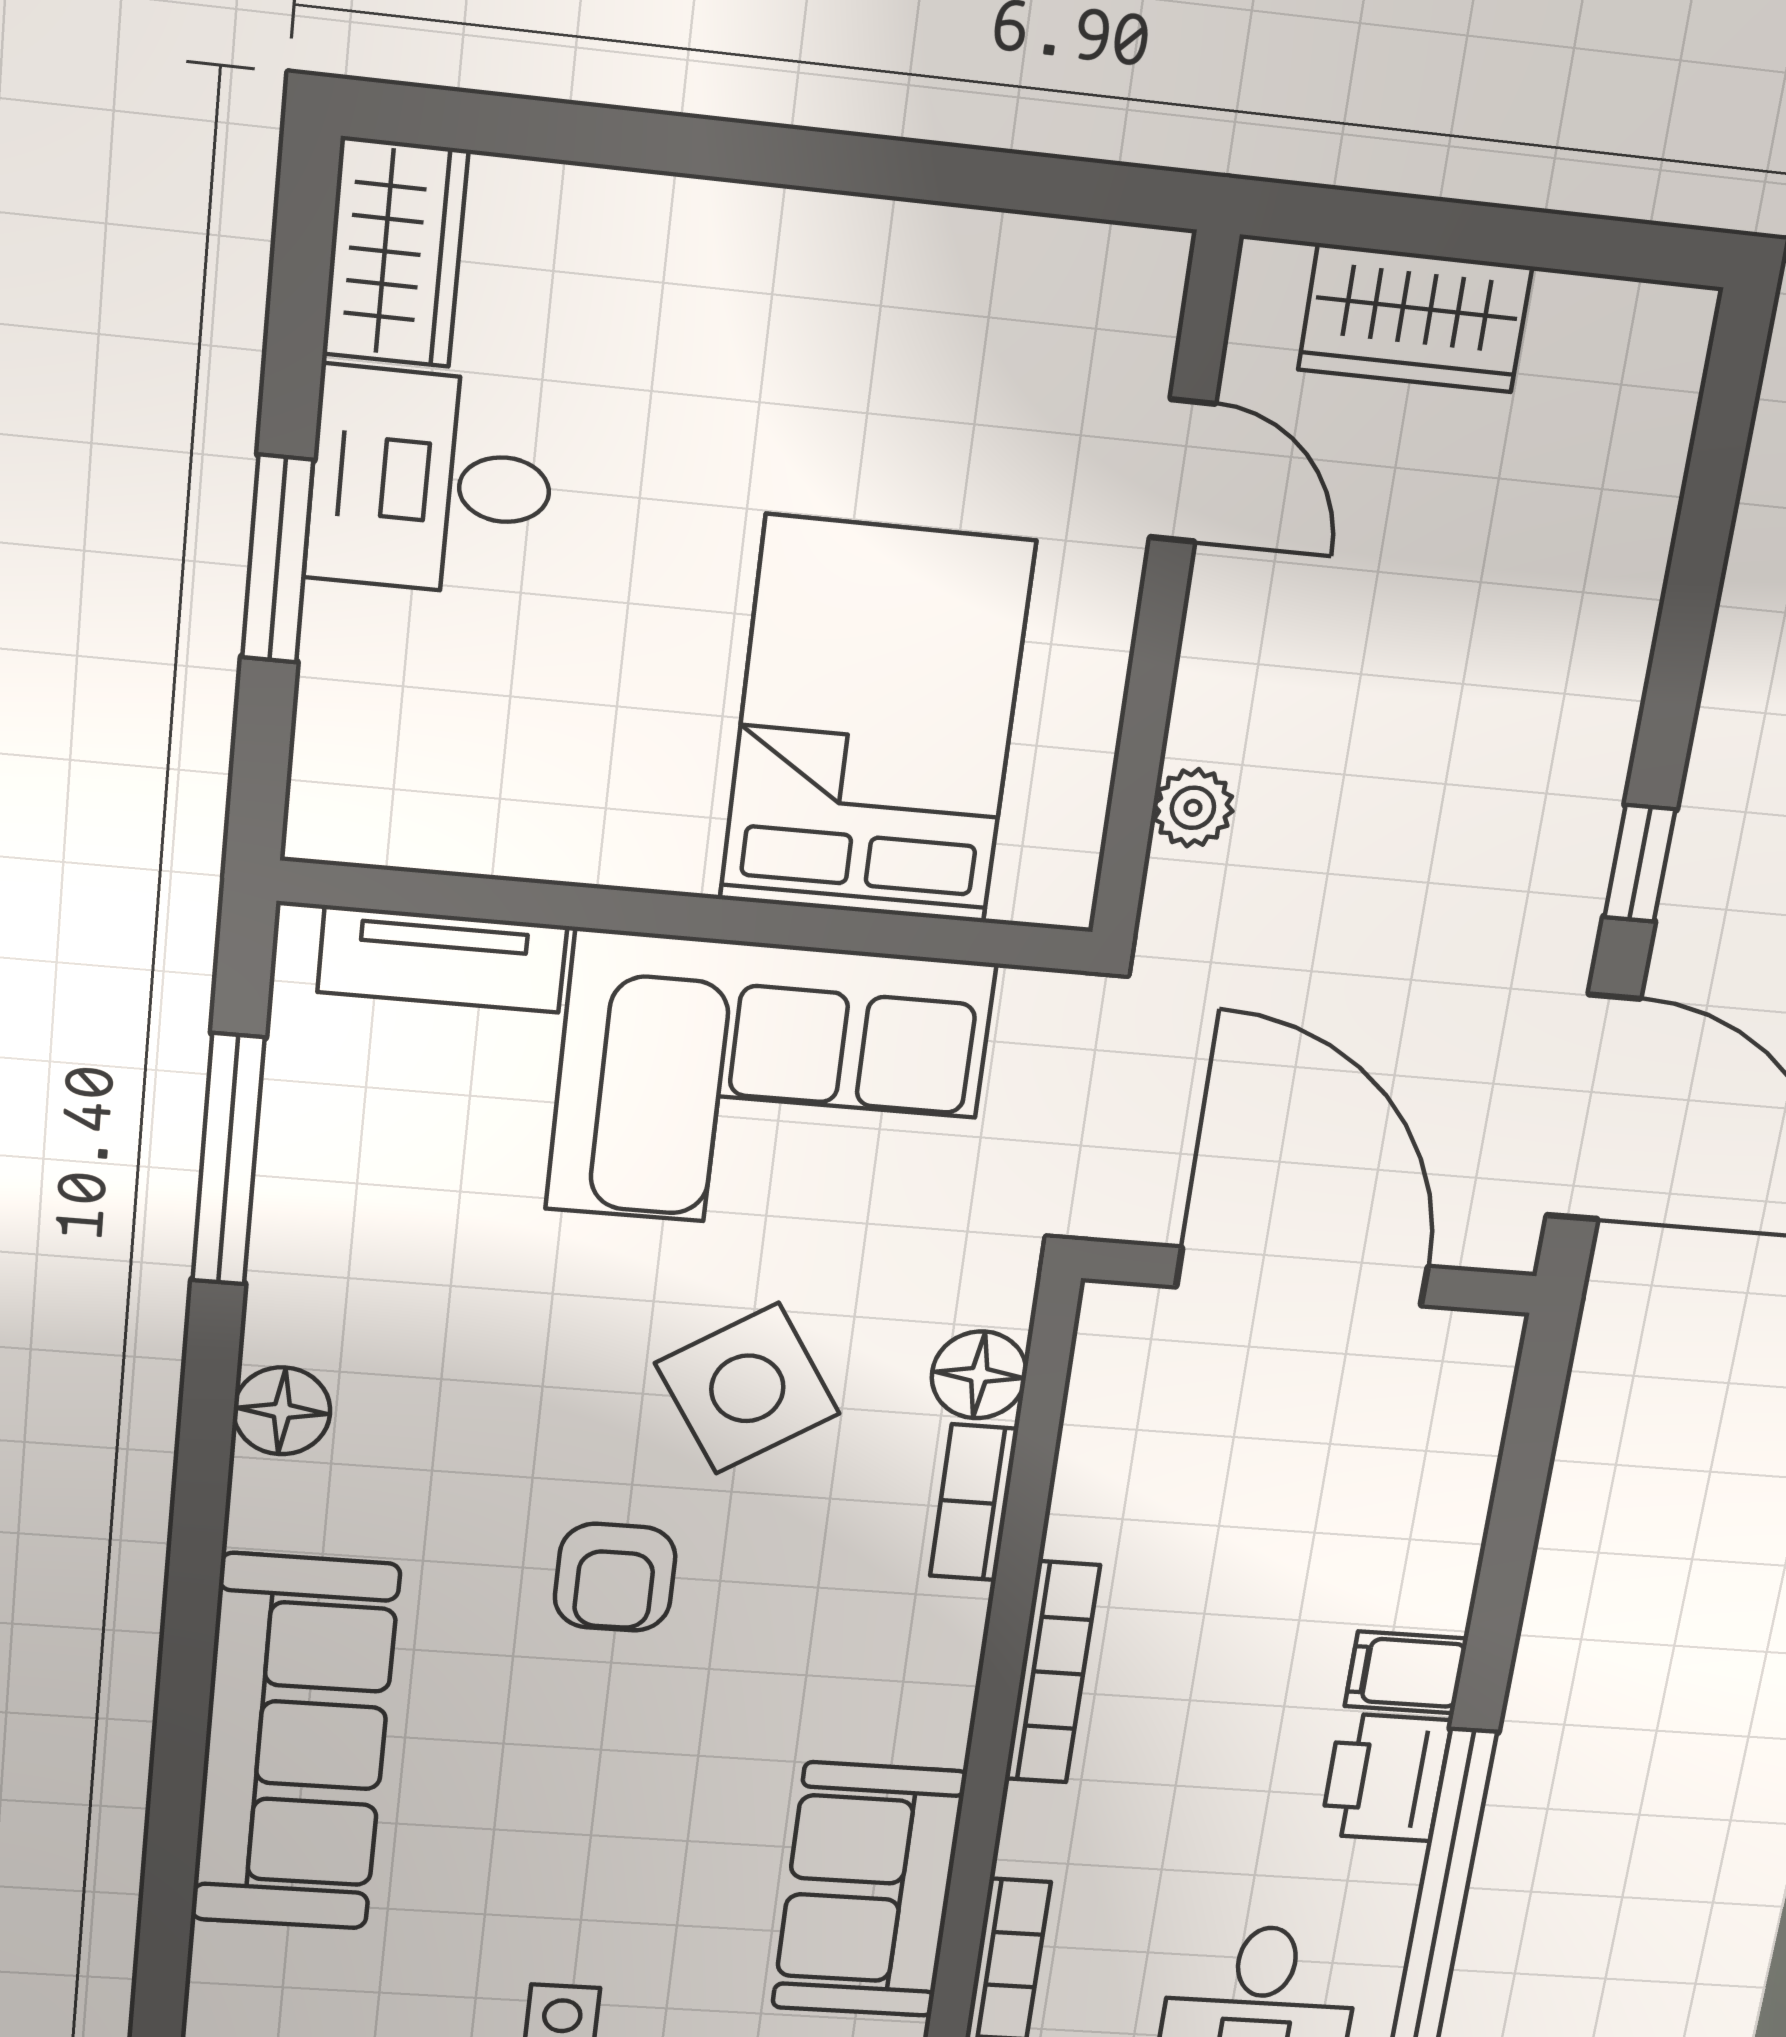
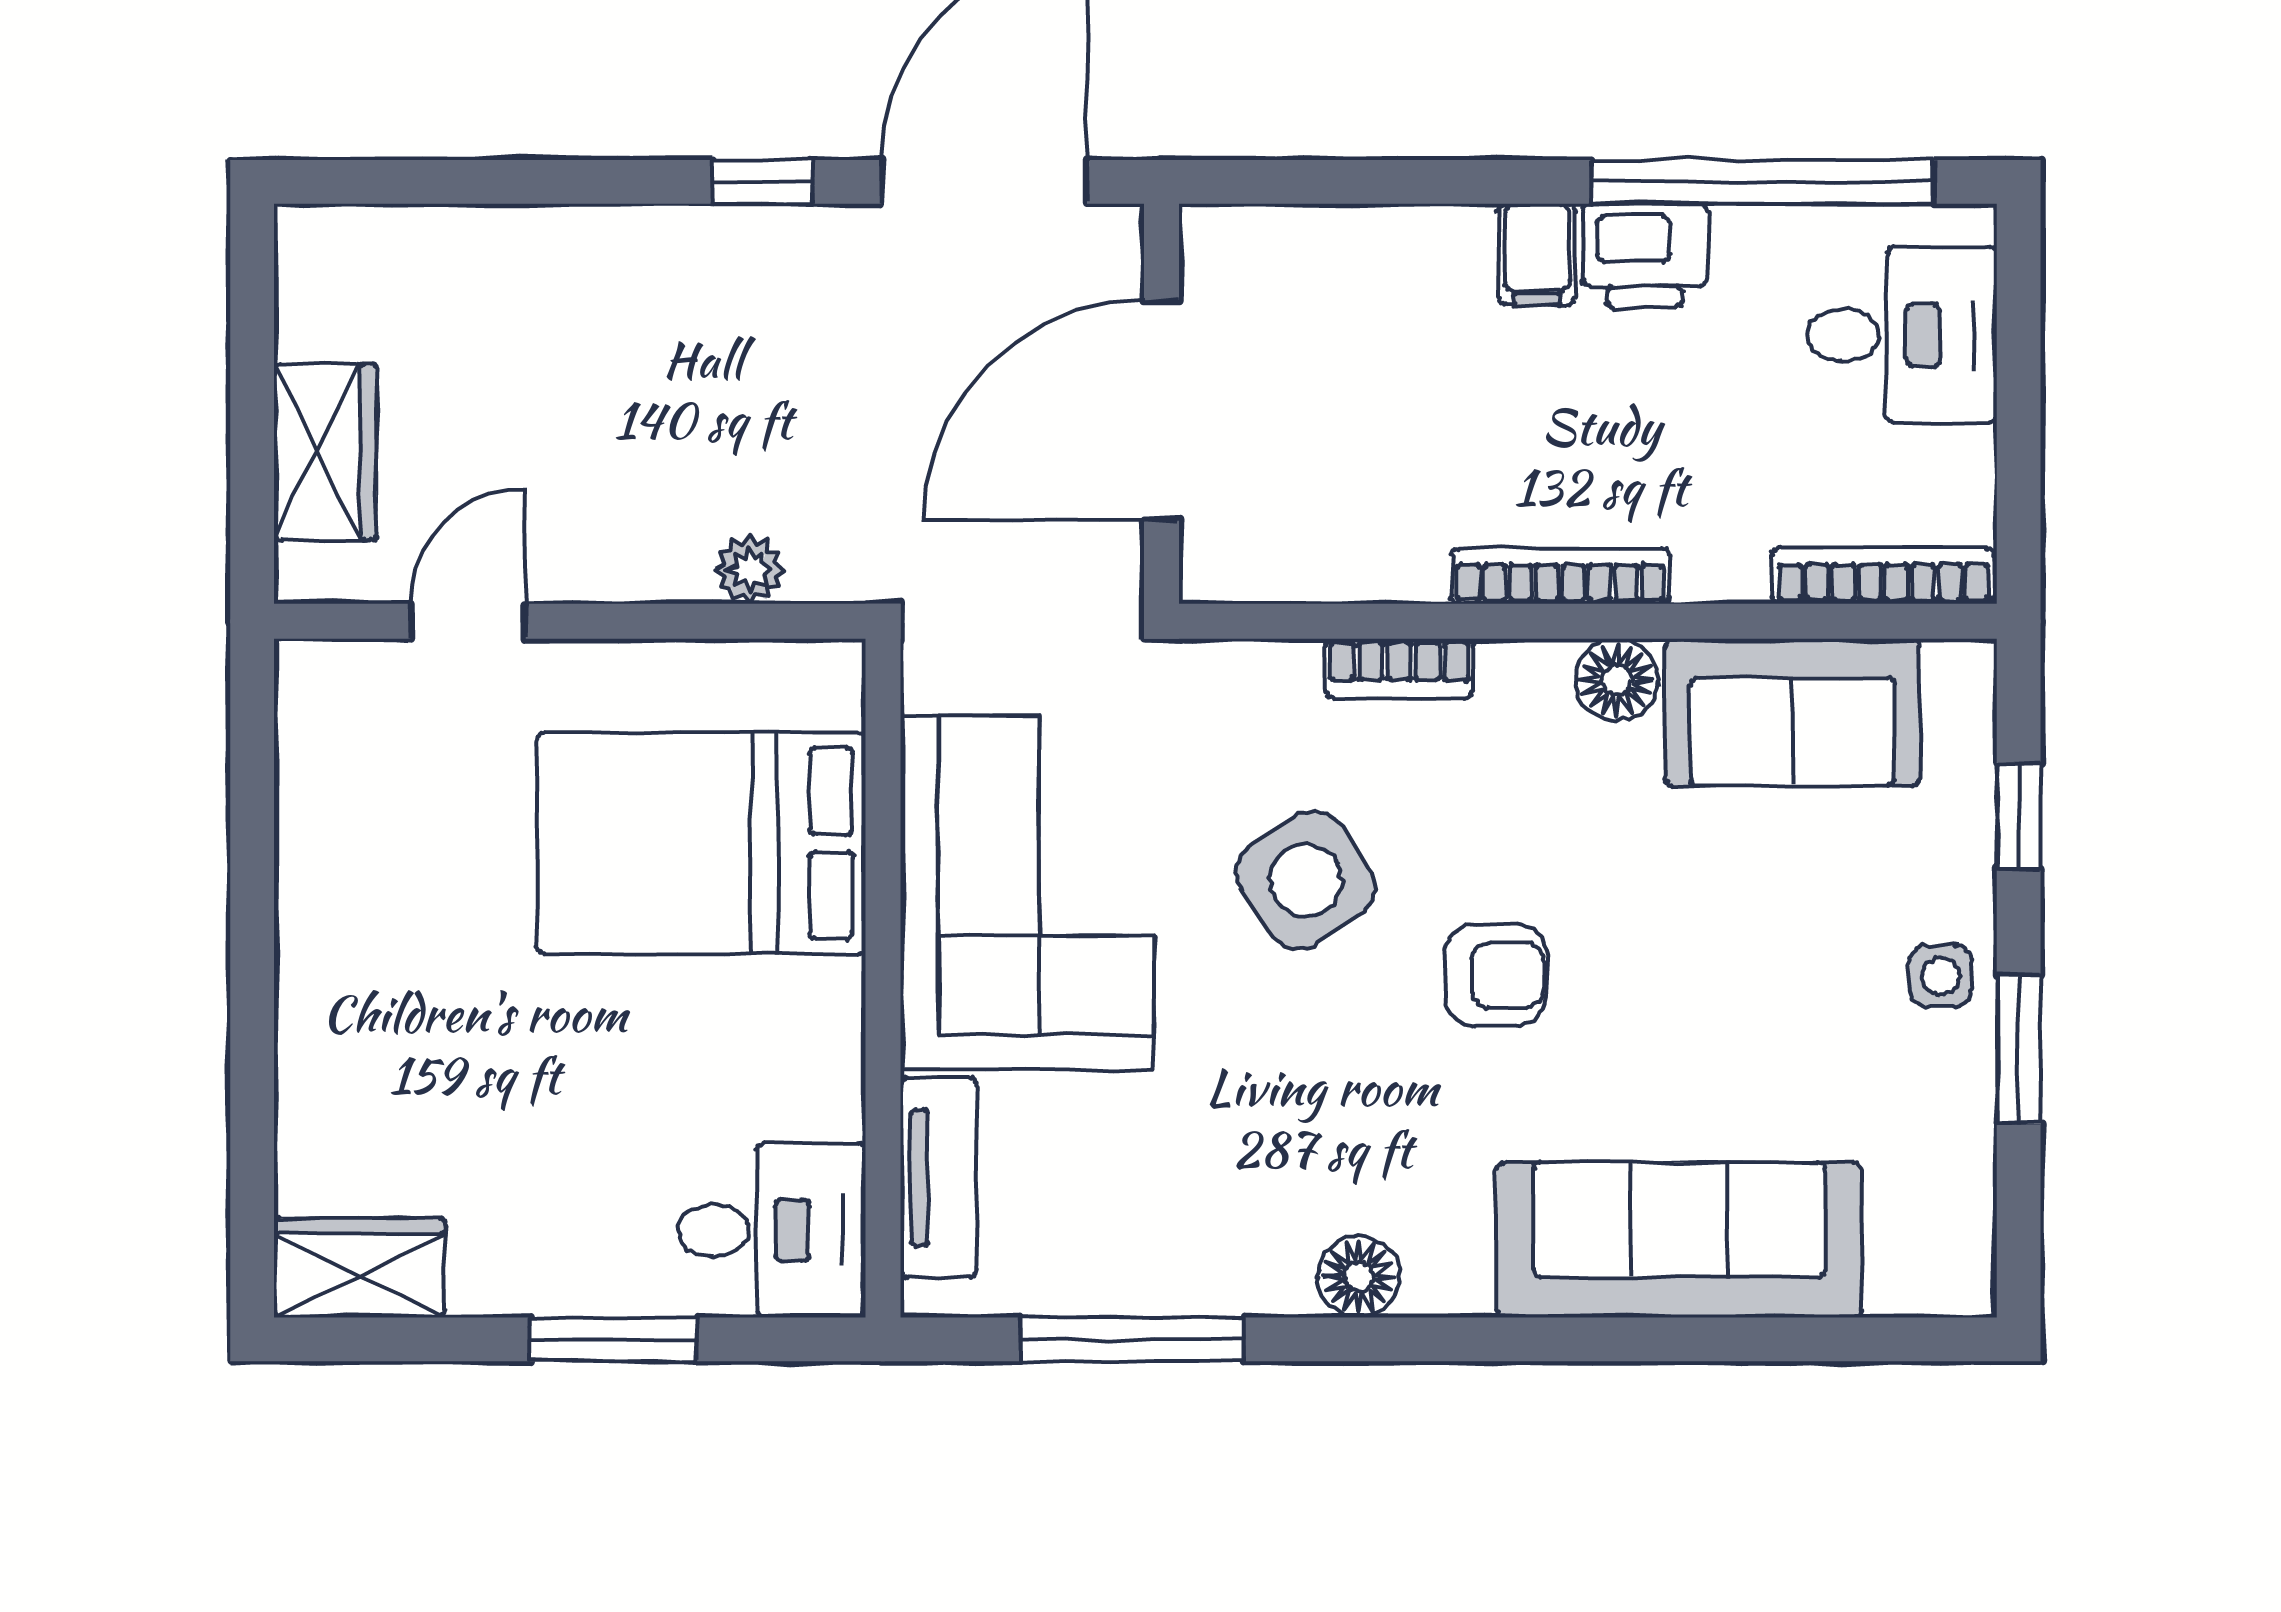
desk: (431, 482) -> (771, 1230), moved, turned -90
floor lamp: (979, 1375) -> (1617, 680), moved

